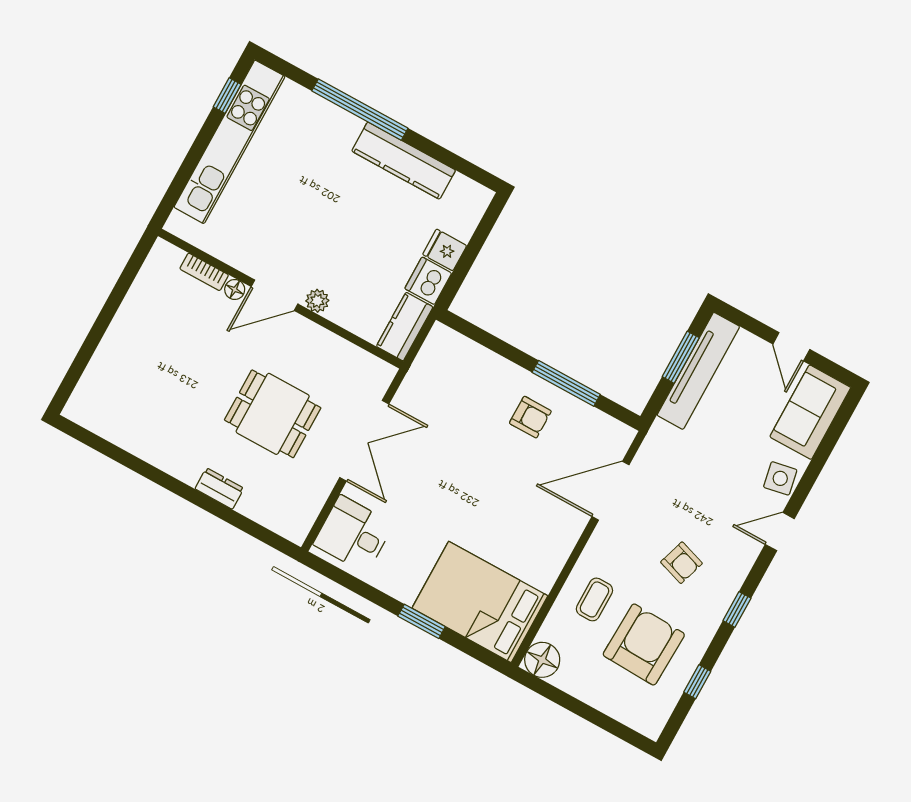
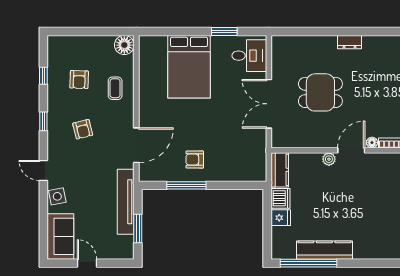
window: (360, 110) -> (309, 263), moved
tv unit: (698, 371) -> (126, 202), moved
dresser: (219, 489) -> (350, 42), moved
door: (780, 532) -> (43, 170), swing flipped
armchair: (681, 563) -> (83, 129), turned -122
bed: (480, 602) -> (189, 67), moved, turned 90
window: (422, 621) -> (224, 32), moved
armchair: (644, 645) -> (79, 80), width x0.53, depth x0.53

